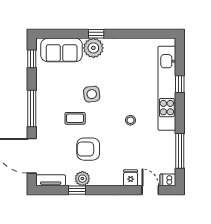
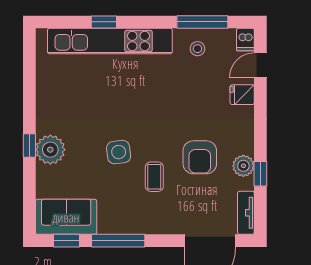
sofa: (62, 50) -> (66, 217), moved, turned -90
window: (32, 109) -> (118, 241), moved
stool: (131, 120) -> (197, 49), moved

